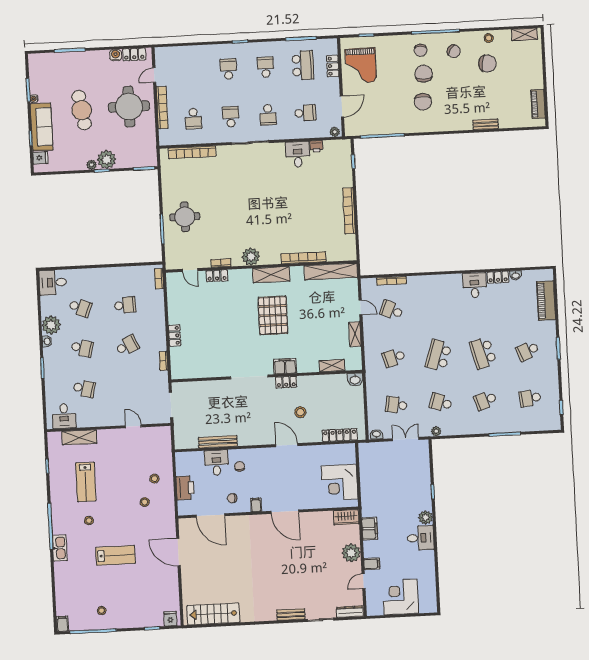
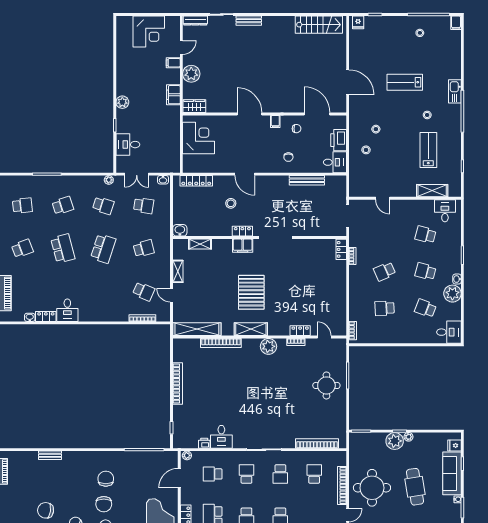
locker: (175, 335) -> (341, 249), moved
desk: (217, 463) -> (335, 162), moved, turned -90
desk: (421, 538) -> (128, 145), moved

